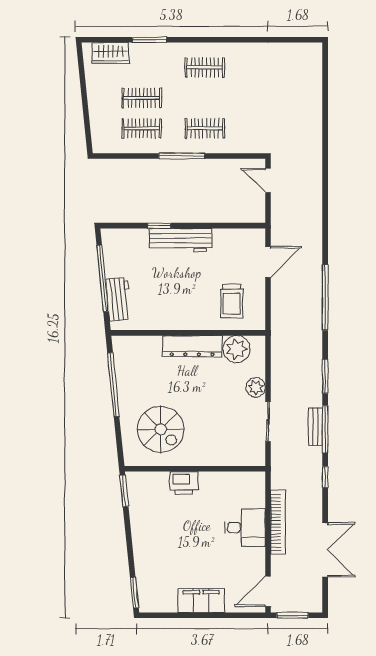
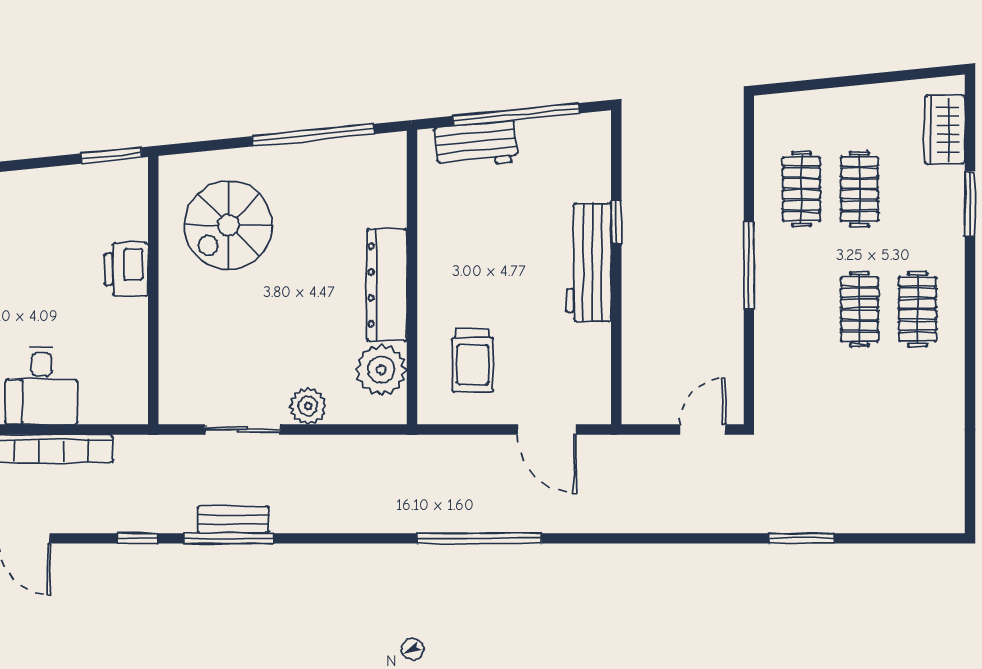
clothes rail: (205, 128) -> (859, 309), moved
trolley: (232, 301) -> (473, 360), turned -90
window: (325, 376) -> (802, 538), moved

